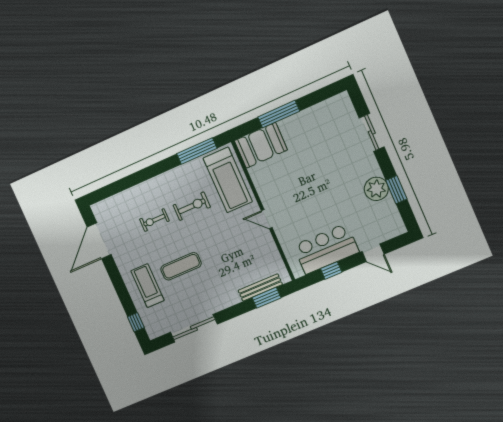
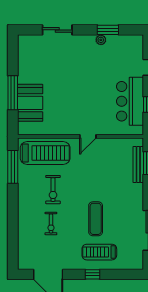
booth: (261, 145) -> (30, 103), moved
plant: (376, 189) -> (101, 40), width x0.53, depth x0.53
exercise bike: (192, 206) -> (53, 190), turned 180
window: (136, 322) -> (92, 274), moved

